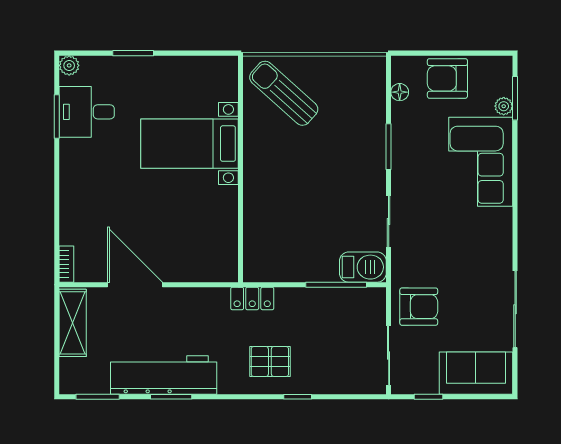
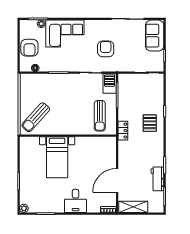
desk: (87, 112) -> (76, 201), moved
sun lounger: (287, 244) -> (100, 116), added
armchair: (419, 307) -> (106, 49), moved
workbench: (164, 375) -> (157, 179), width x0.53, depth x0.76

